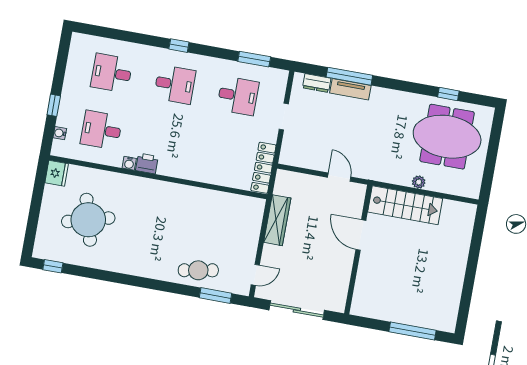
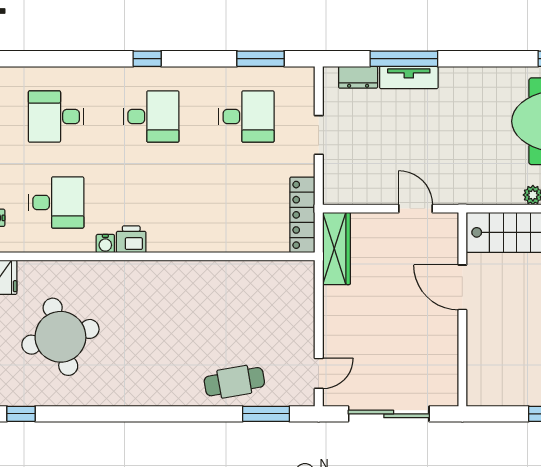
desk: (101, 130) -> (56, 202), turned 180
wardrobe: (277, 220) -> (336, 248), moved

